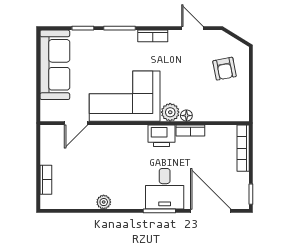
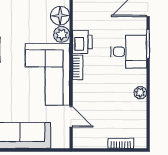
floor lamp: (186, 116) -> (60, 16), width x1.89, depth x1.89
bookcase: (190, 130) -> (78, 67), moved
desk: (165, 189) -> (129, 52), moved

